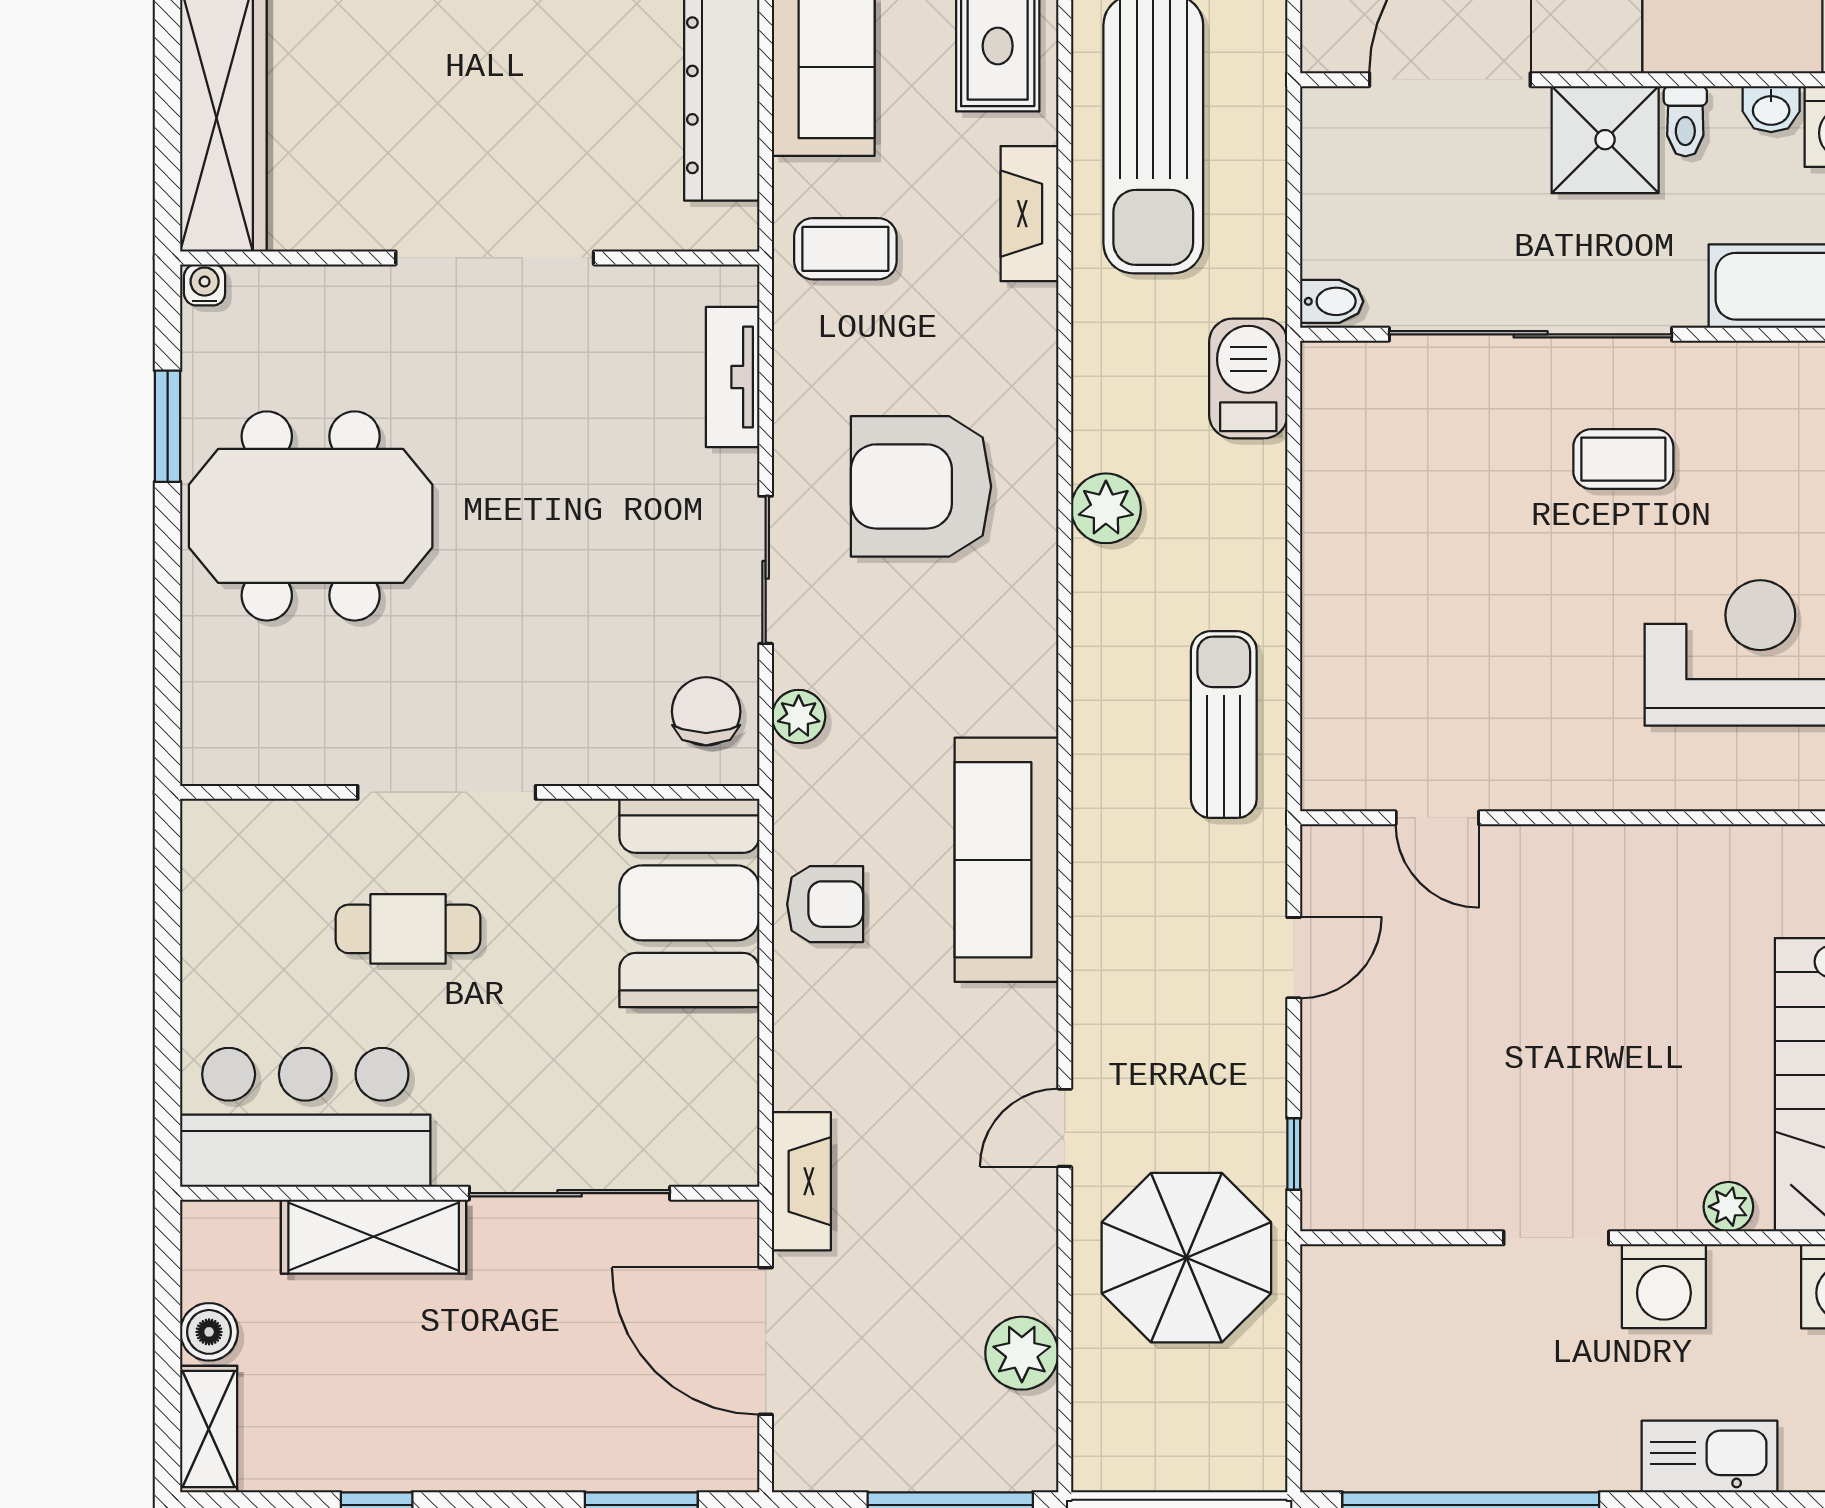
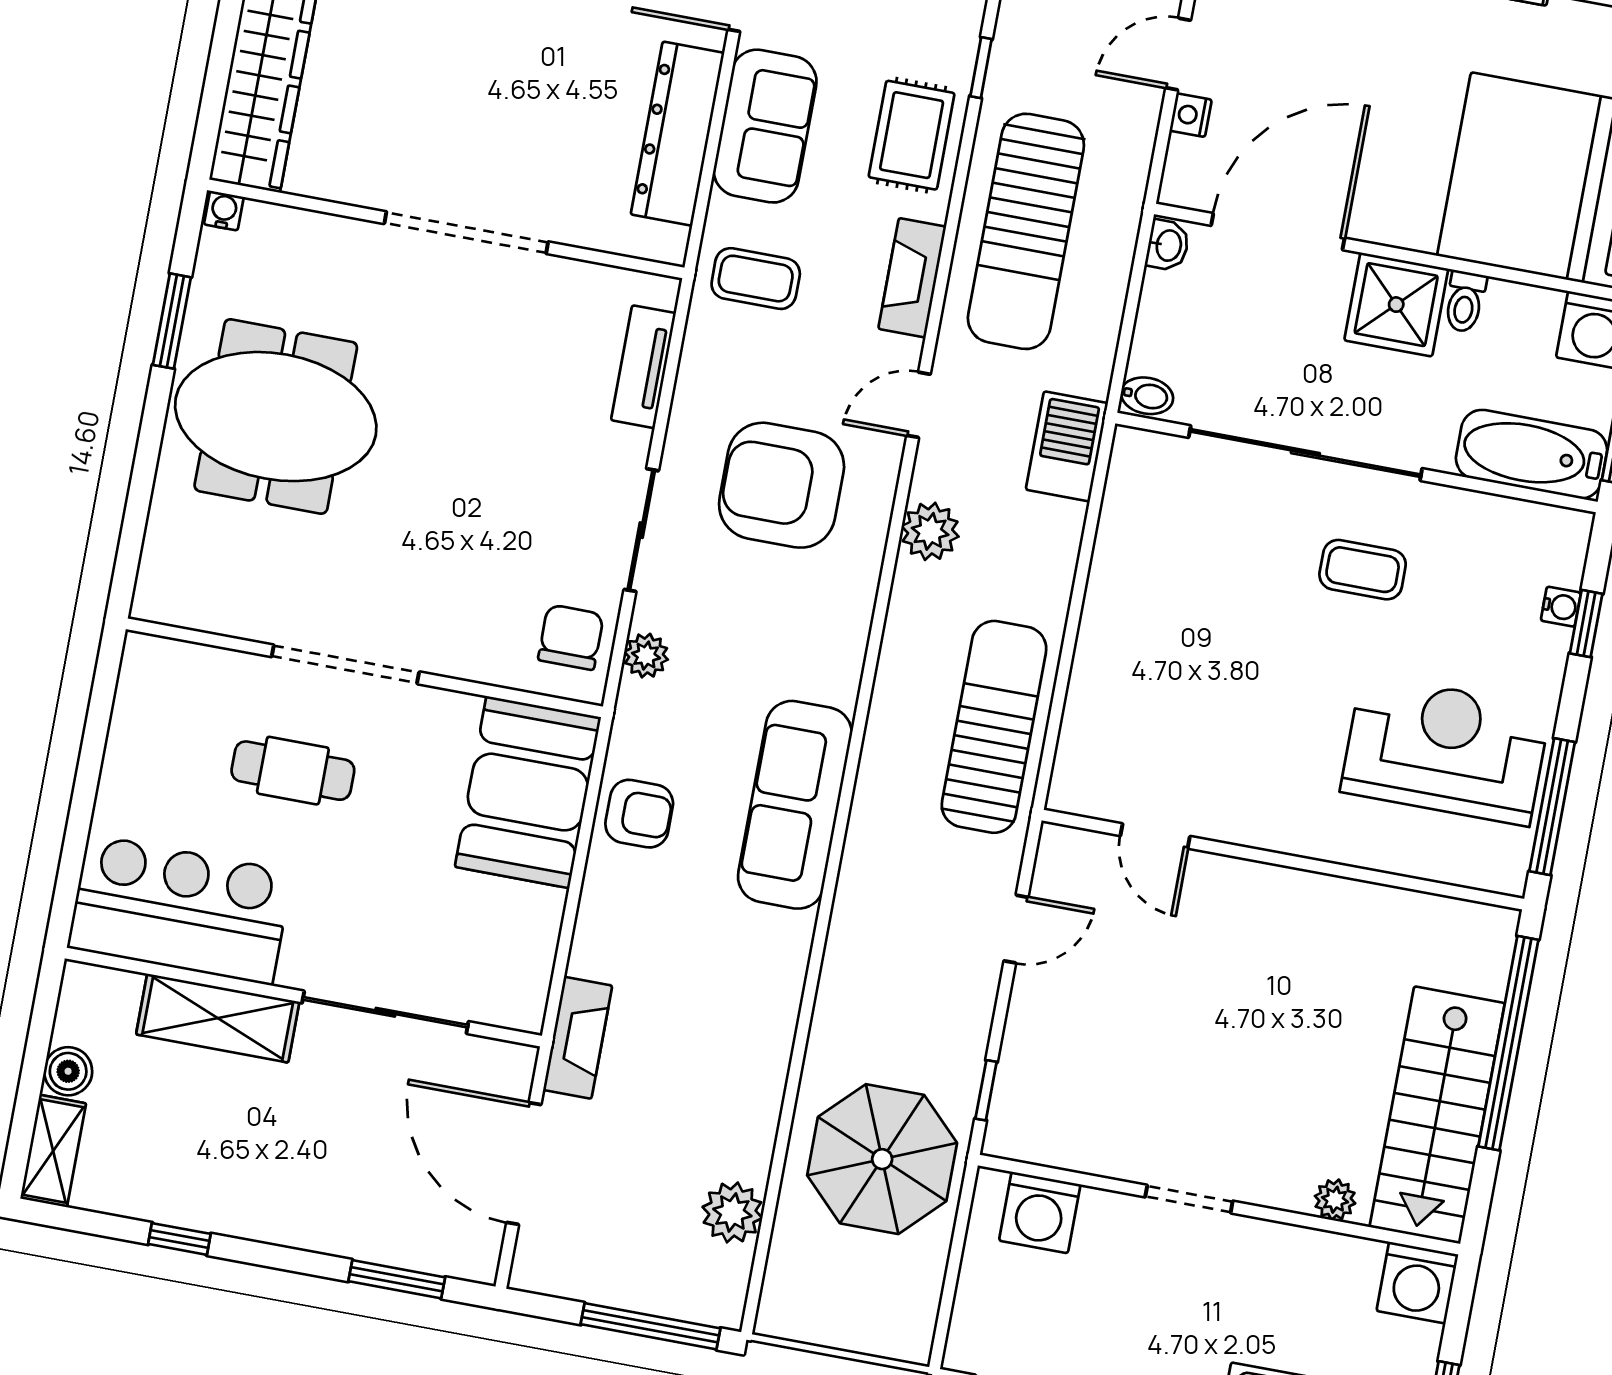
washbasin: (1771, 109) -> (1168, 245), moved, turned -90
sun lounger: (1224, 725) -> (994, 727), width x1.36, depth x1.34
door: (1065, 1128) -> (919, 405), moved
washing machine: (1664, 1286) -> (1040, 1212), moved

